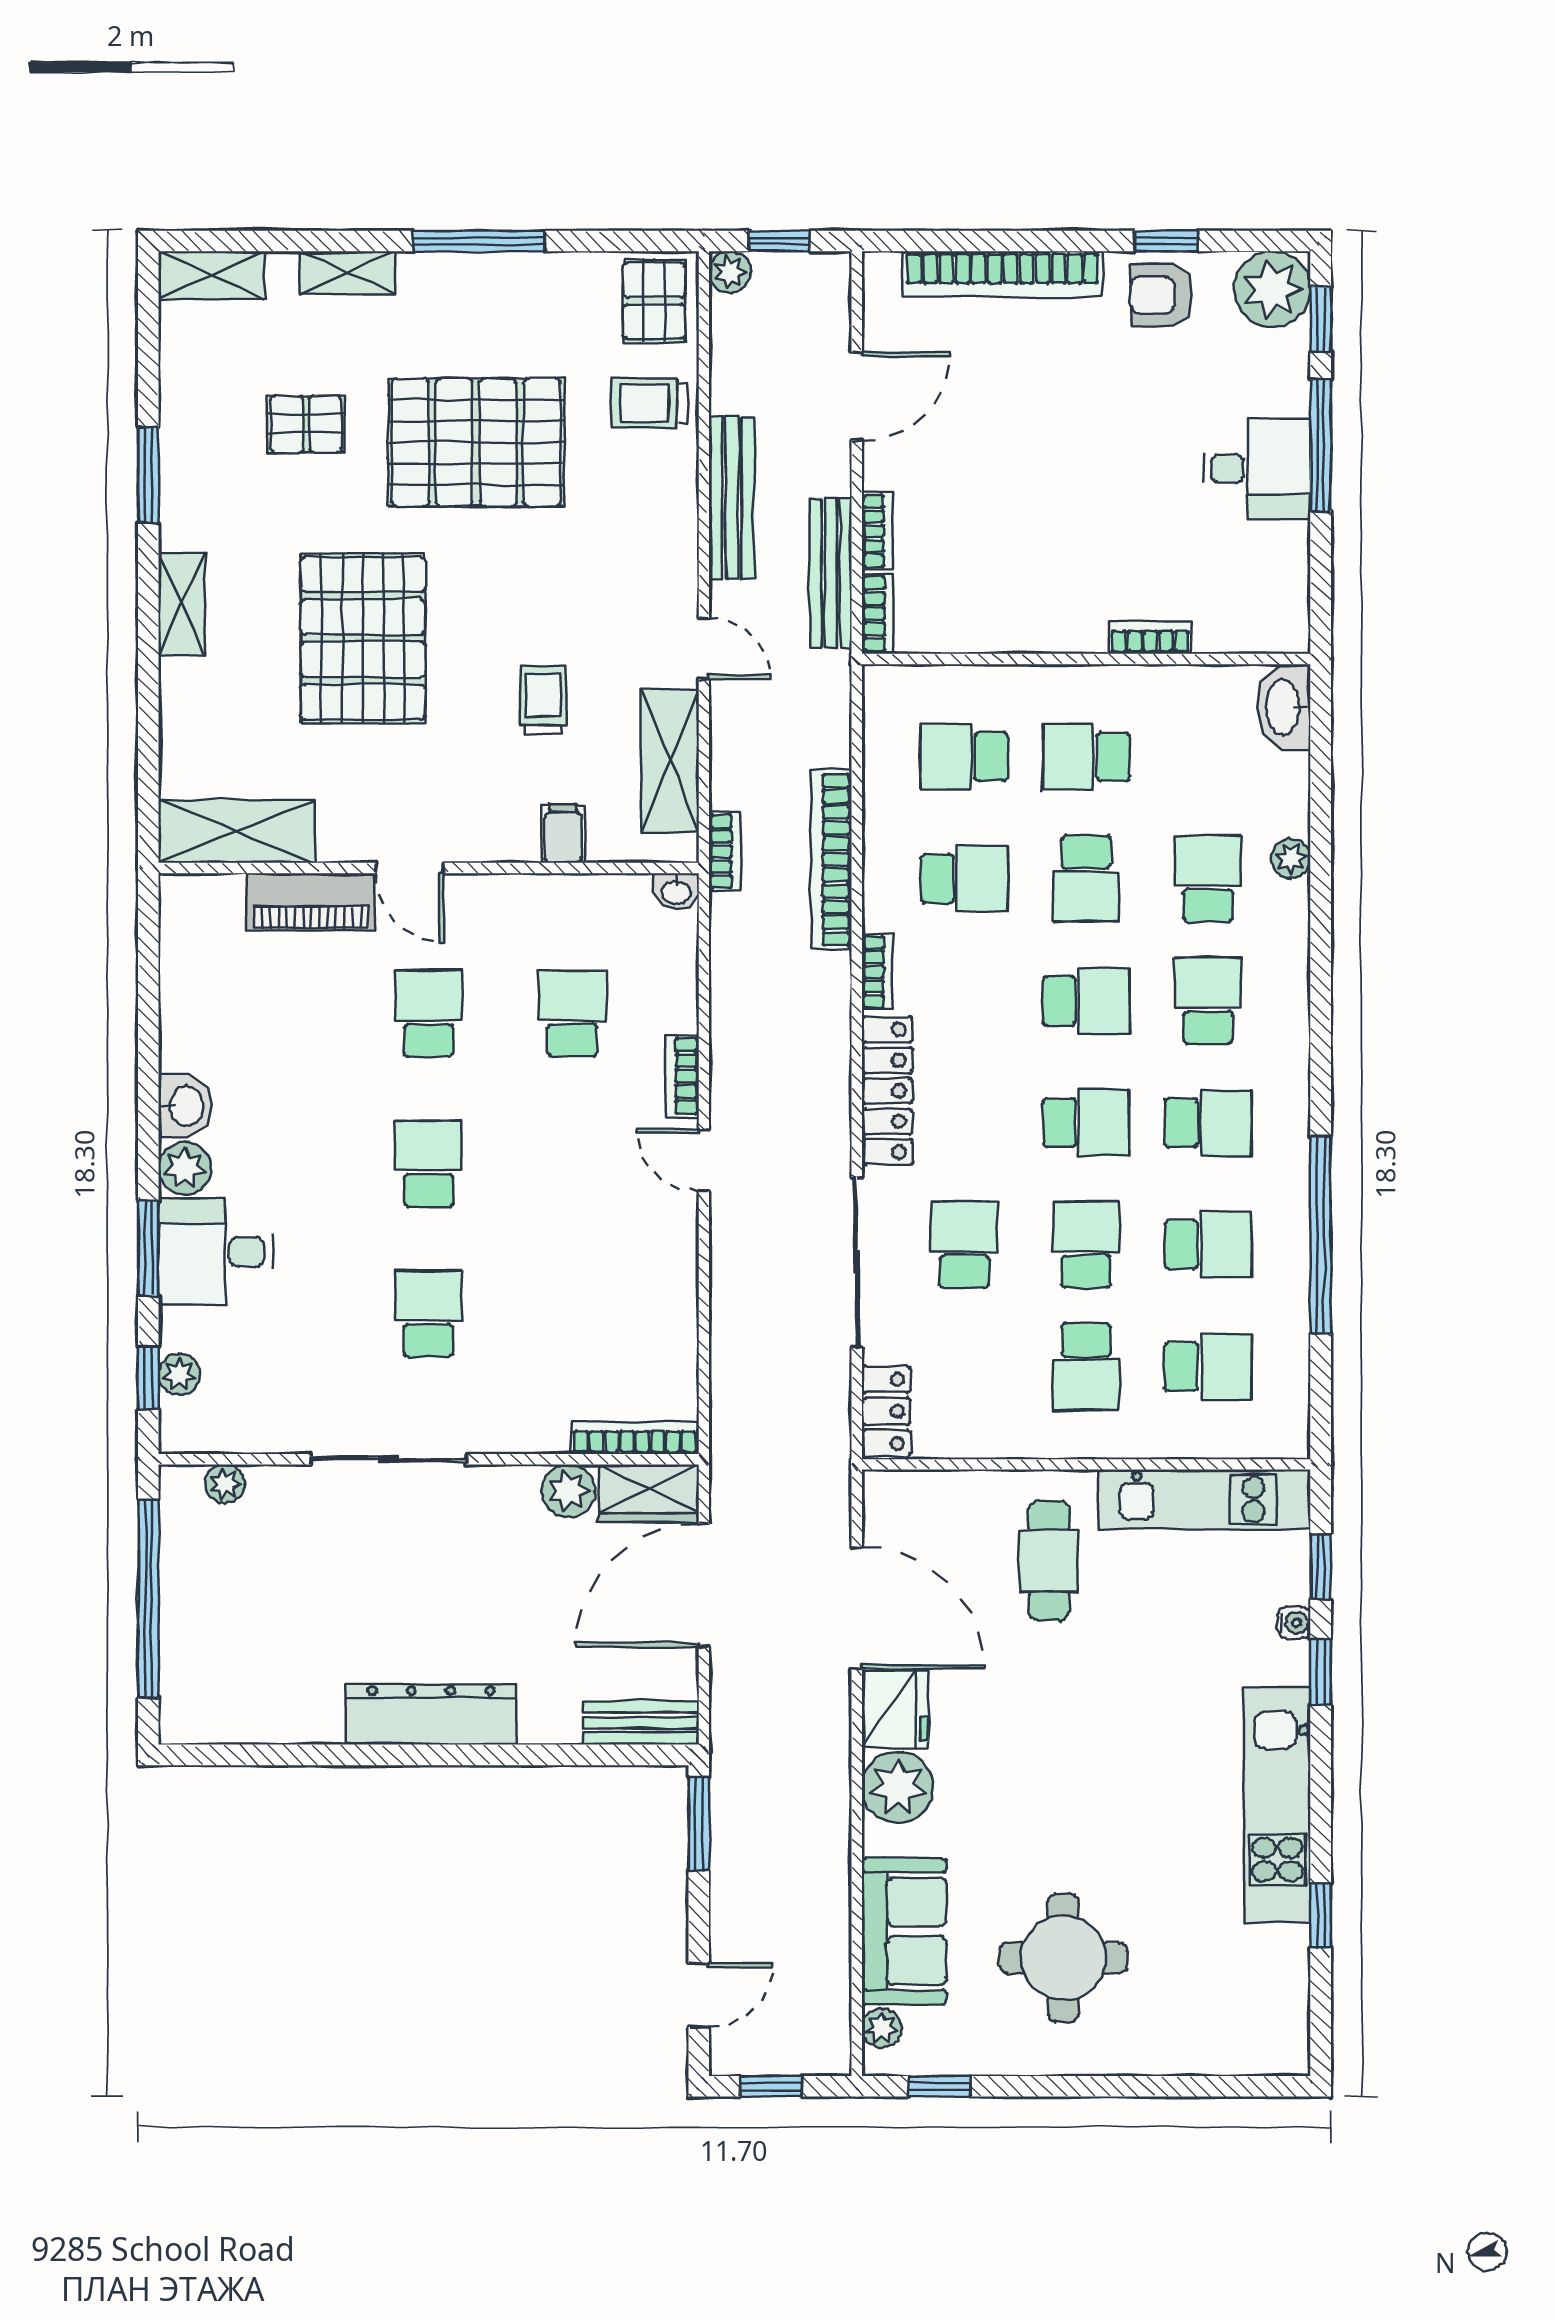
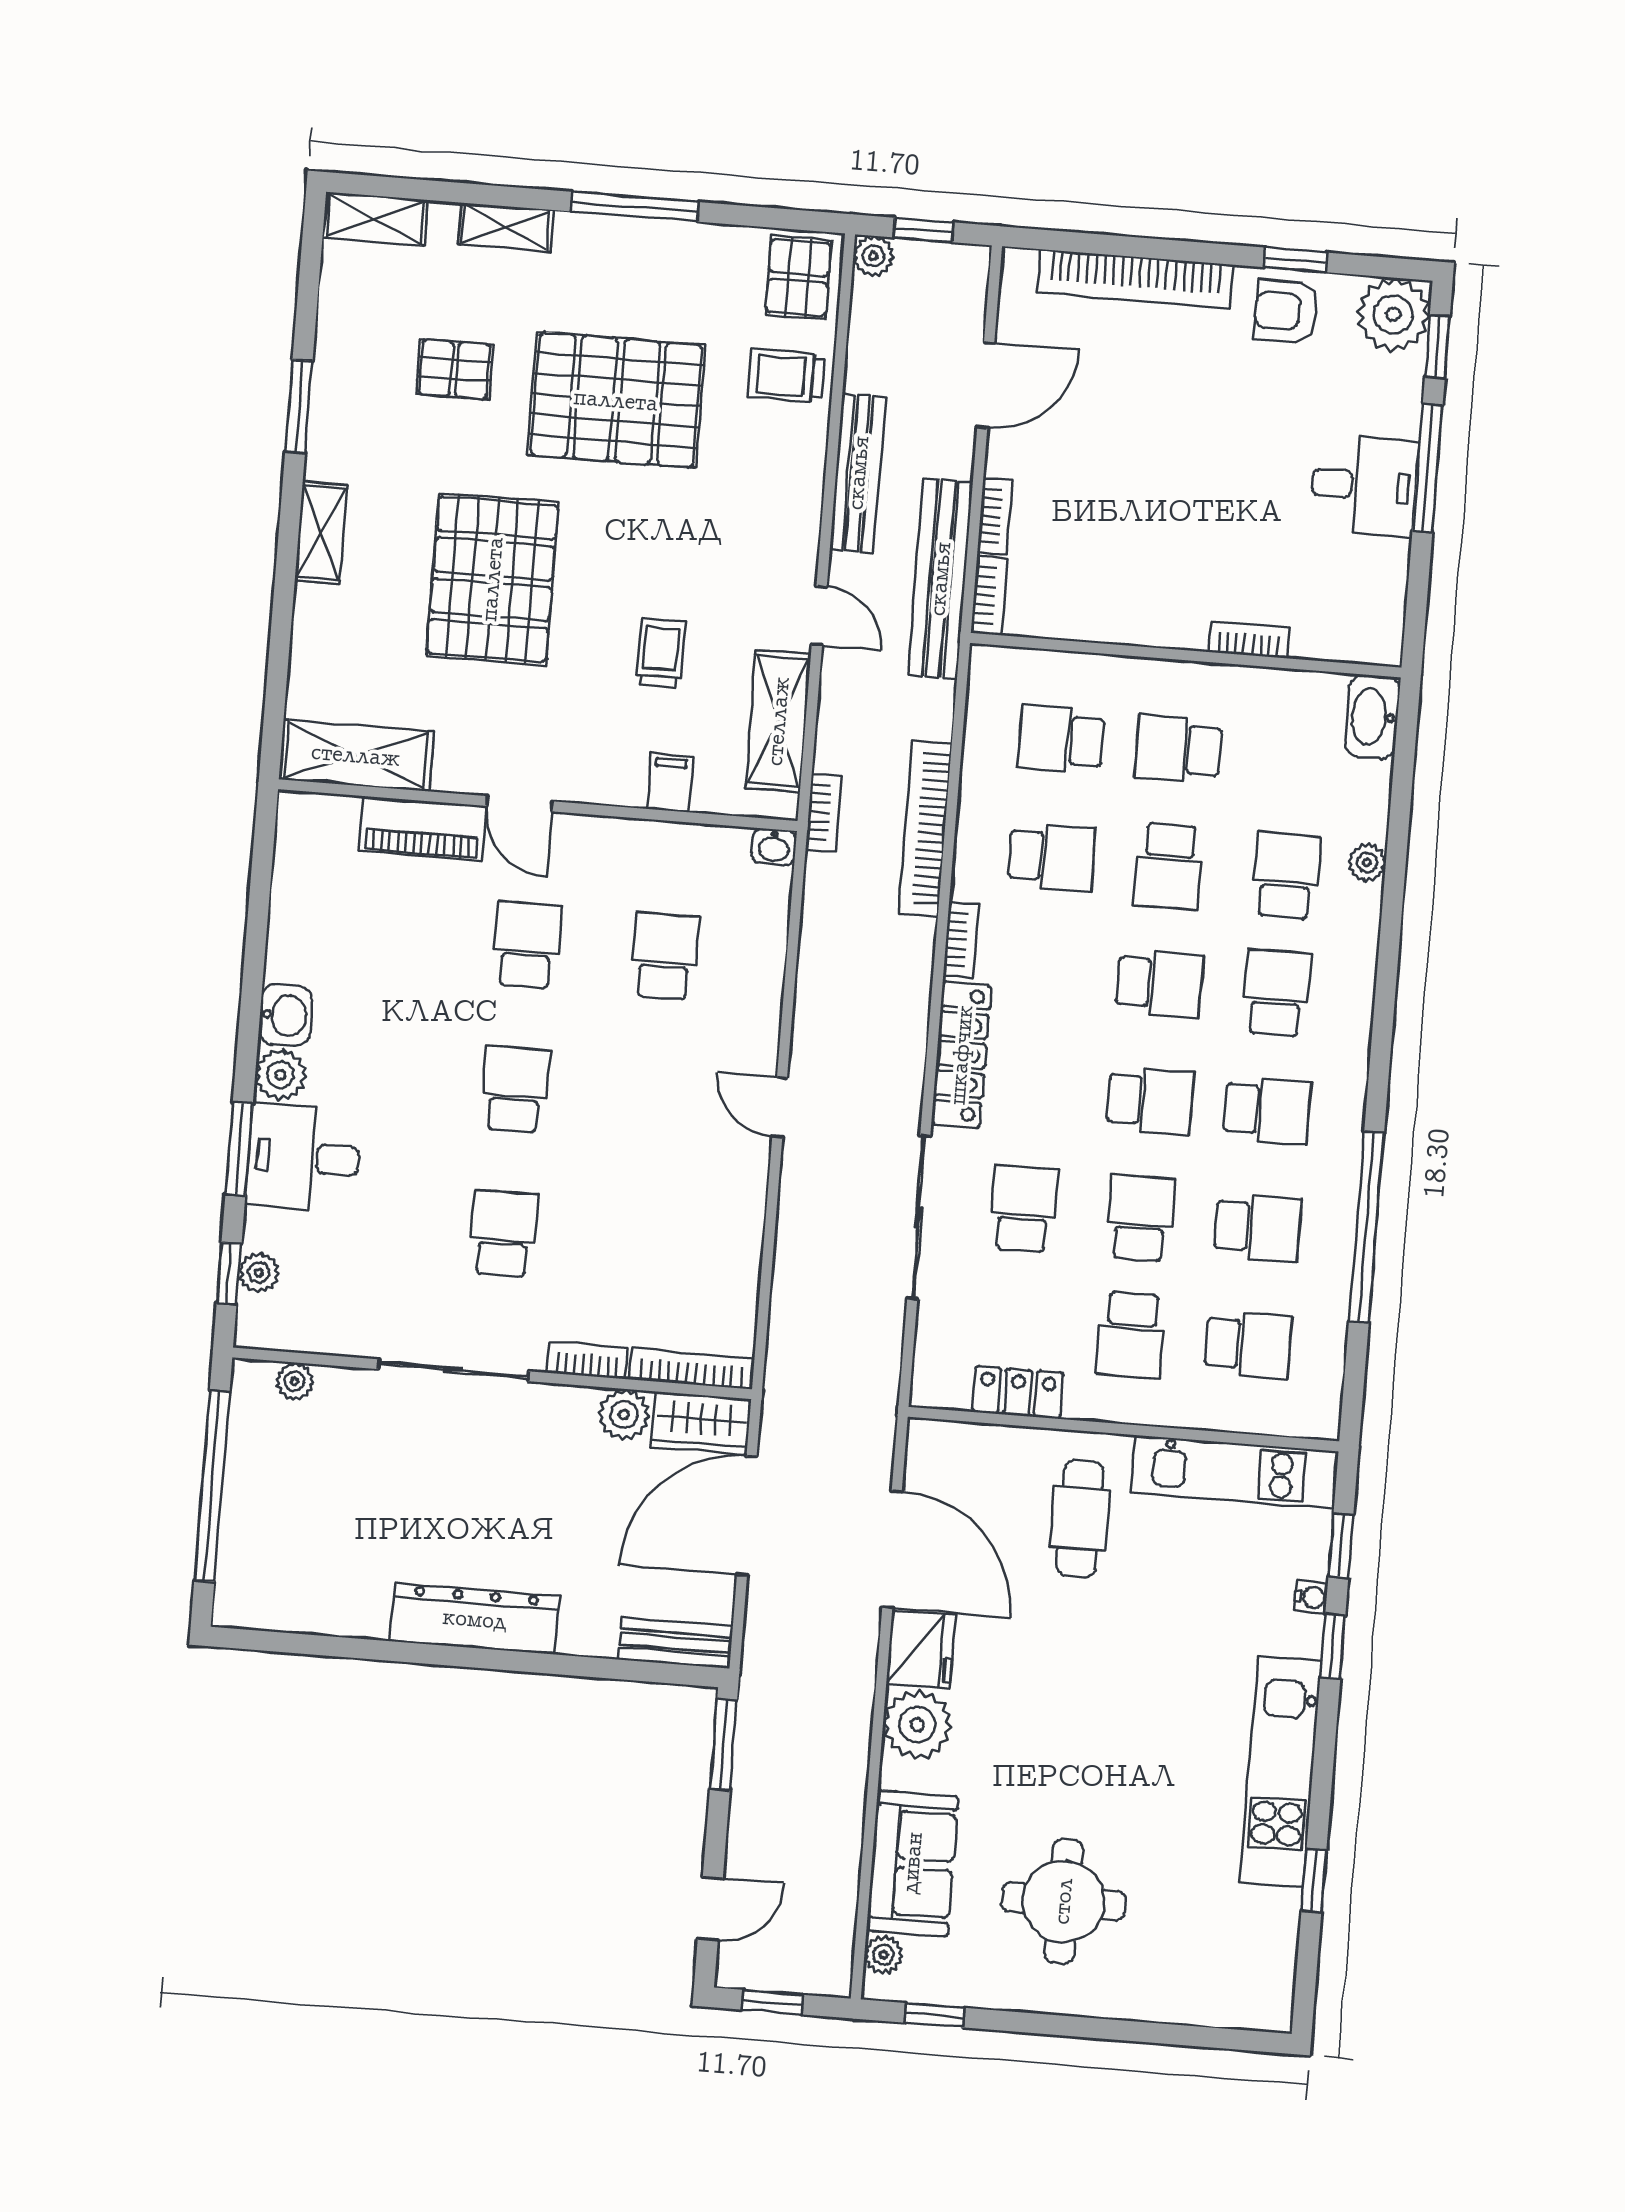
bench: (831, 573) -> (940, 579), width x1.37, depth x1.21
bookcase: (682, 1076) -> (587, 1360), moved, turned 90
locker: (886, 1411) -> (1018, 1392), moved, turned -90

